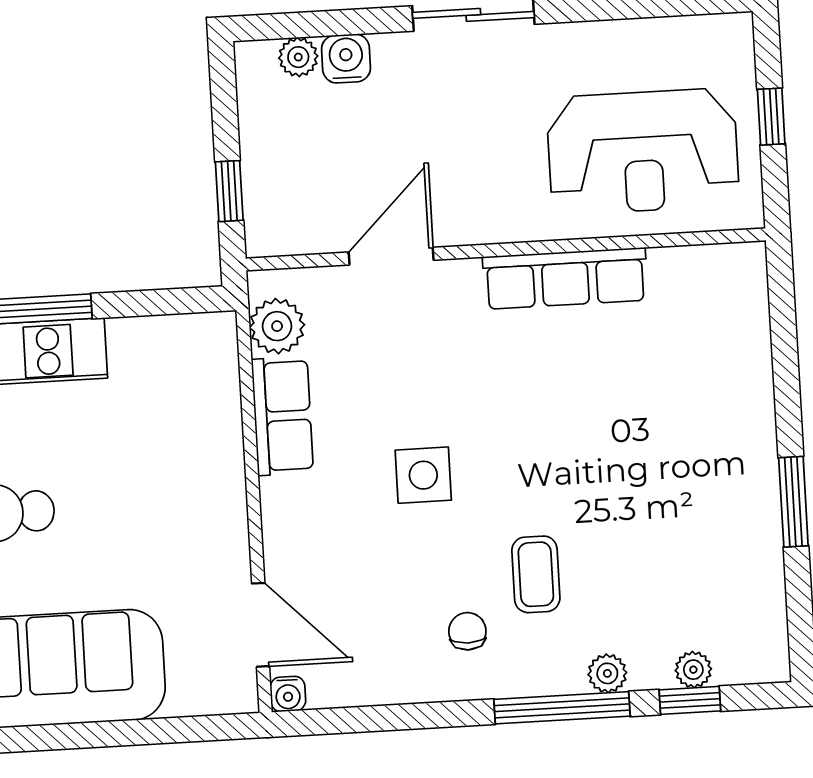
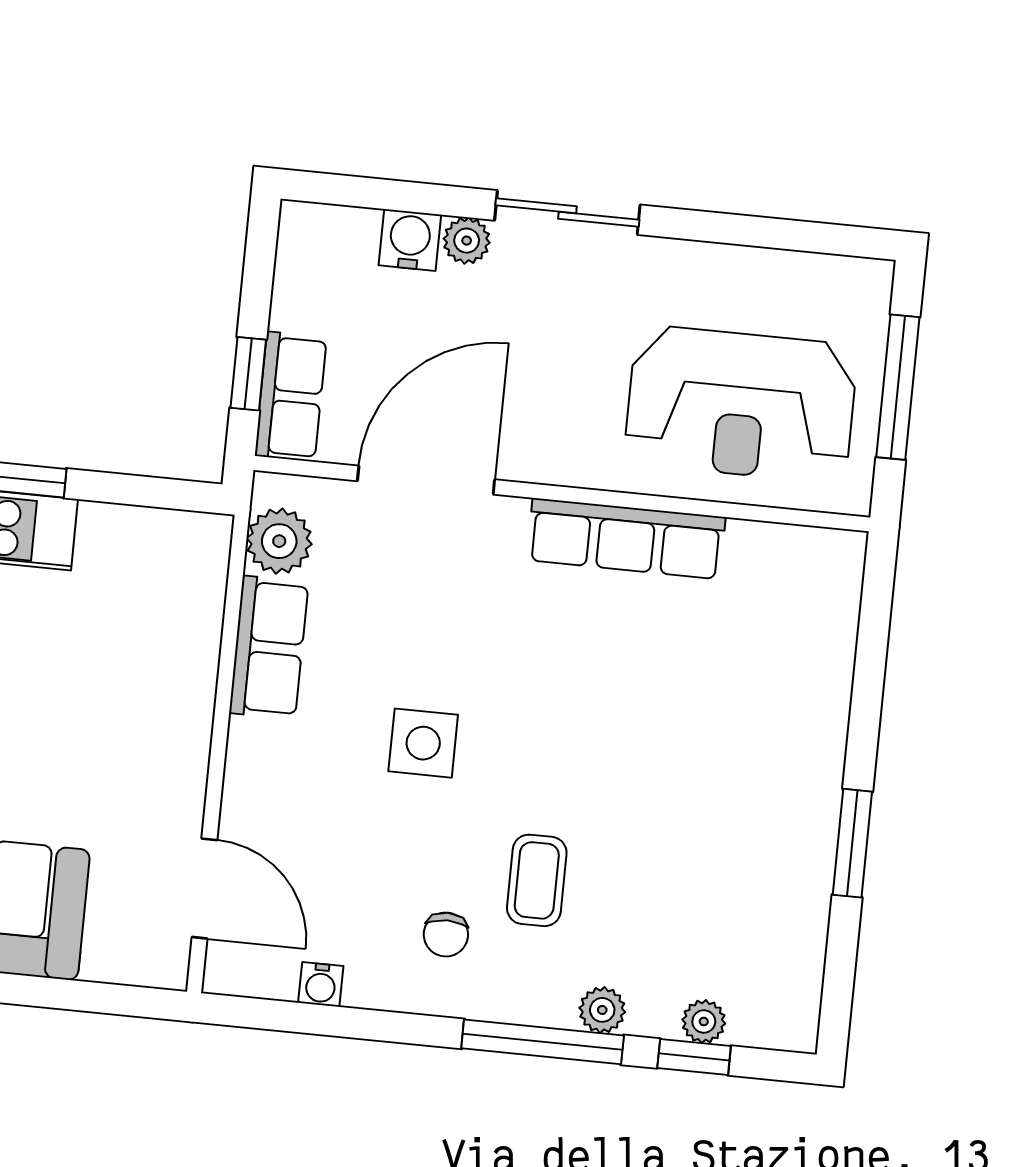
plant: (298, 57) -> (467, 241), moved
window: (771, 117) -> (898, 387), width x2.17
row of seats: (268, 204) -> (291, 397), added
door: (391, 256) -> (426, 480), width x1.36
chair: (467, 631) -> (446, 934), turned 180
water cooler: (288, 694) -> (321, 984), moved

